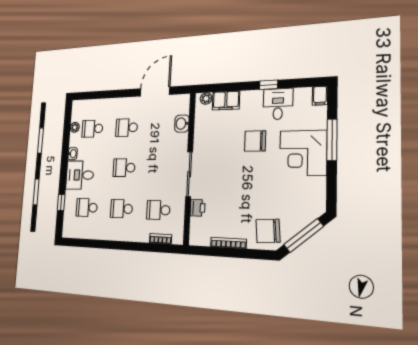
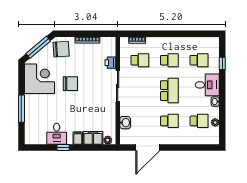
filing cabinet: (320, 96) -> (78, 138), moved
chair: (255, 141) -> (70, 84), moved
corner desk: (303, 153) -> (39, 79), moved
school desk: (124, 168) -> (169, 91), width x1.85

